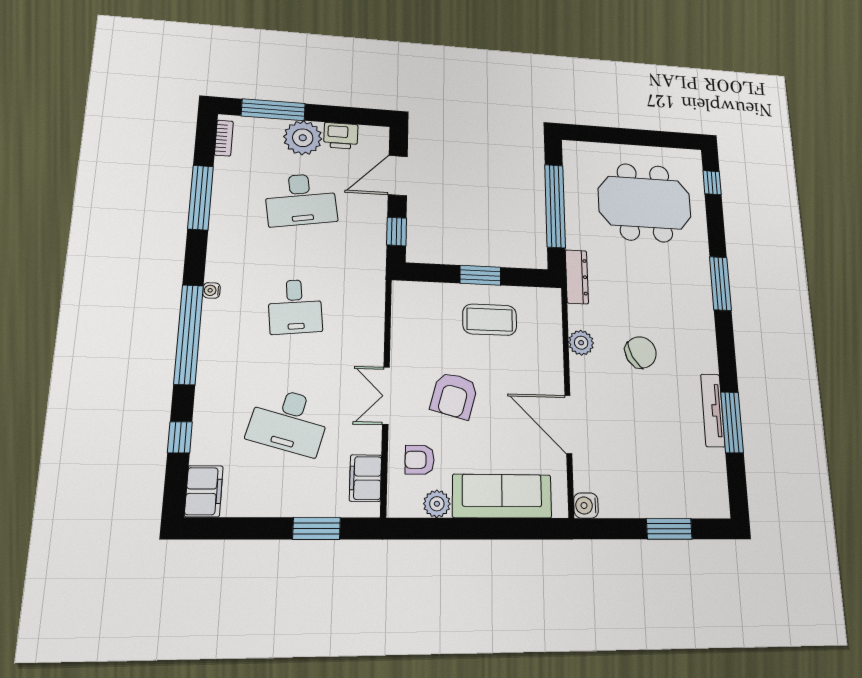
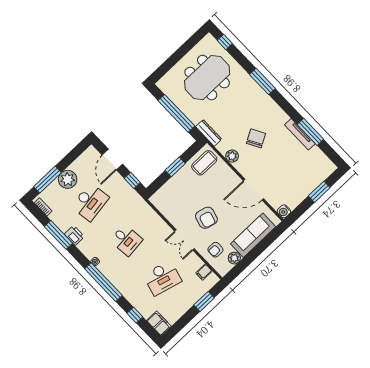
printer: (341, 136) -> (74, 235), moved, turned -90
coffee table: (490, 320) -> (204, 163), moved
filing cabinet: (365, 478) -> (204, 272), width x0.50

